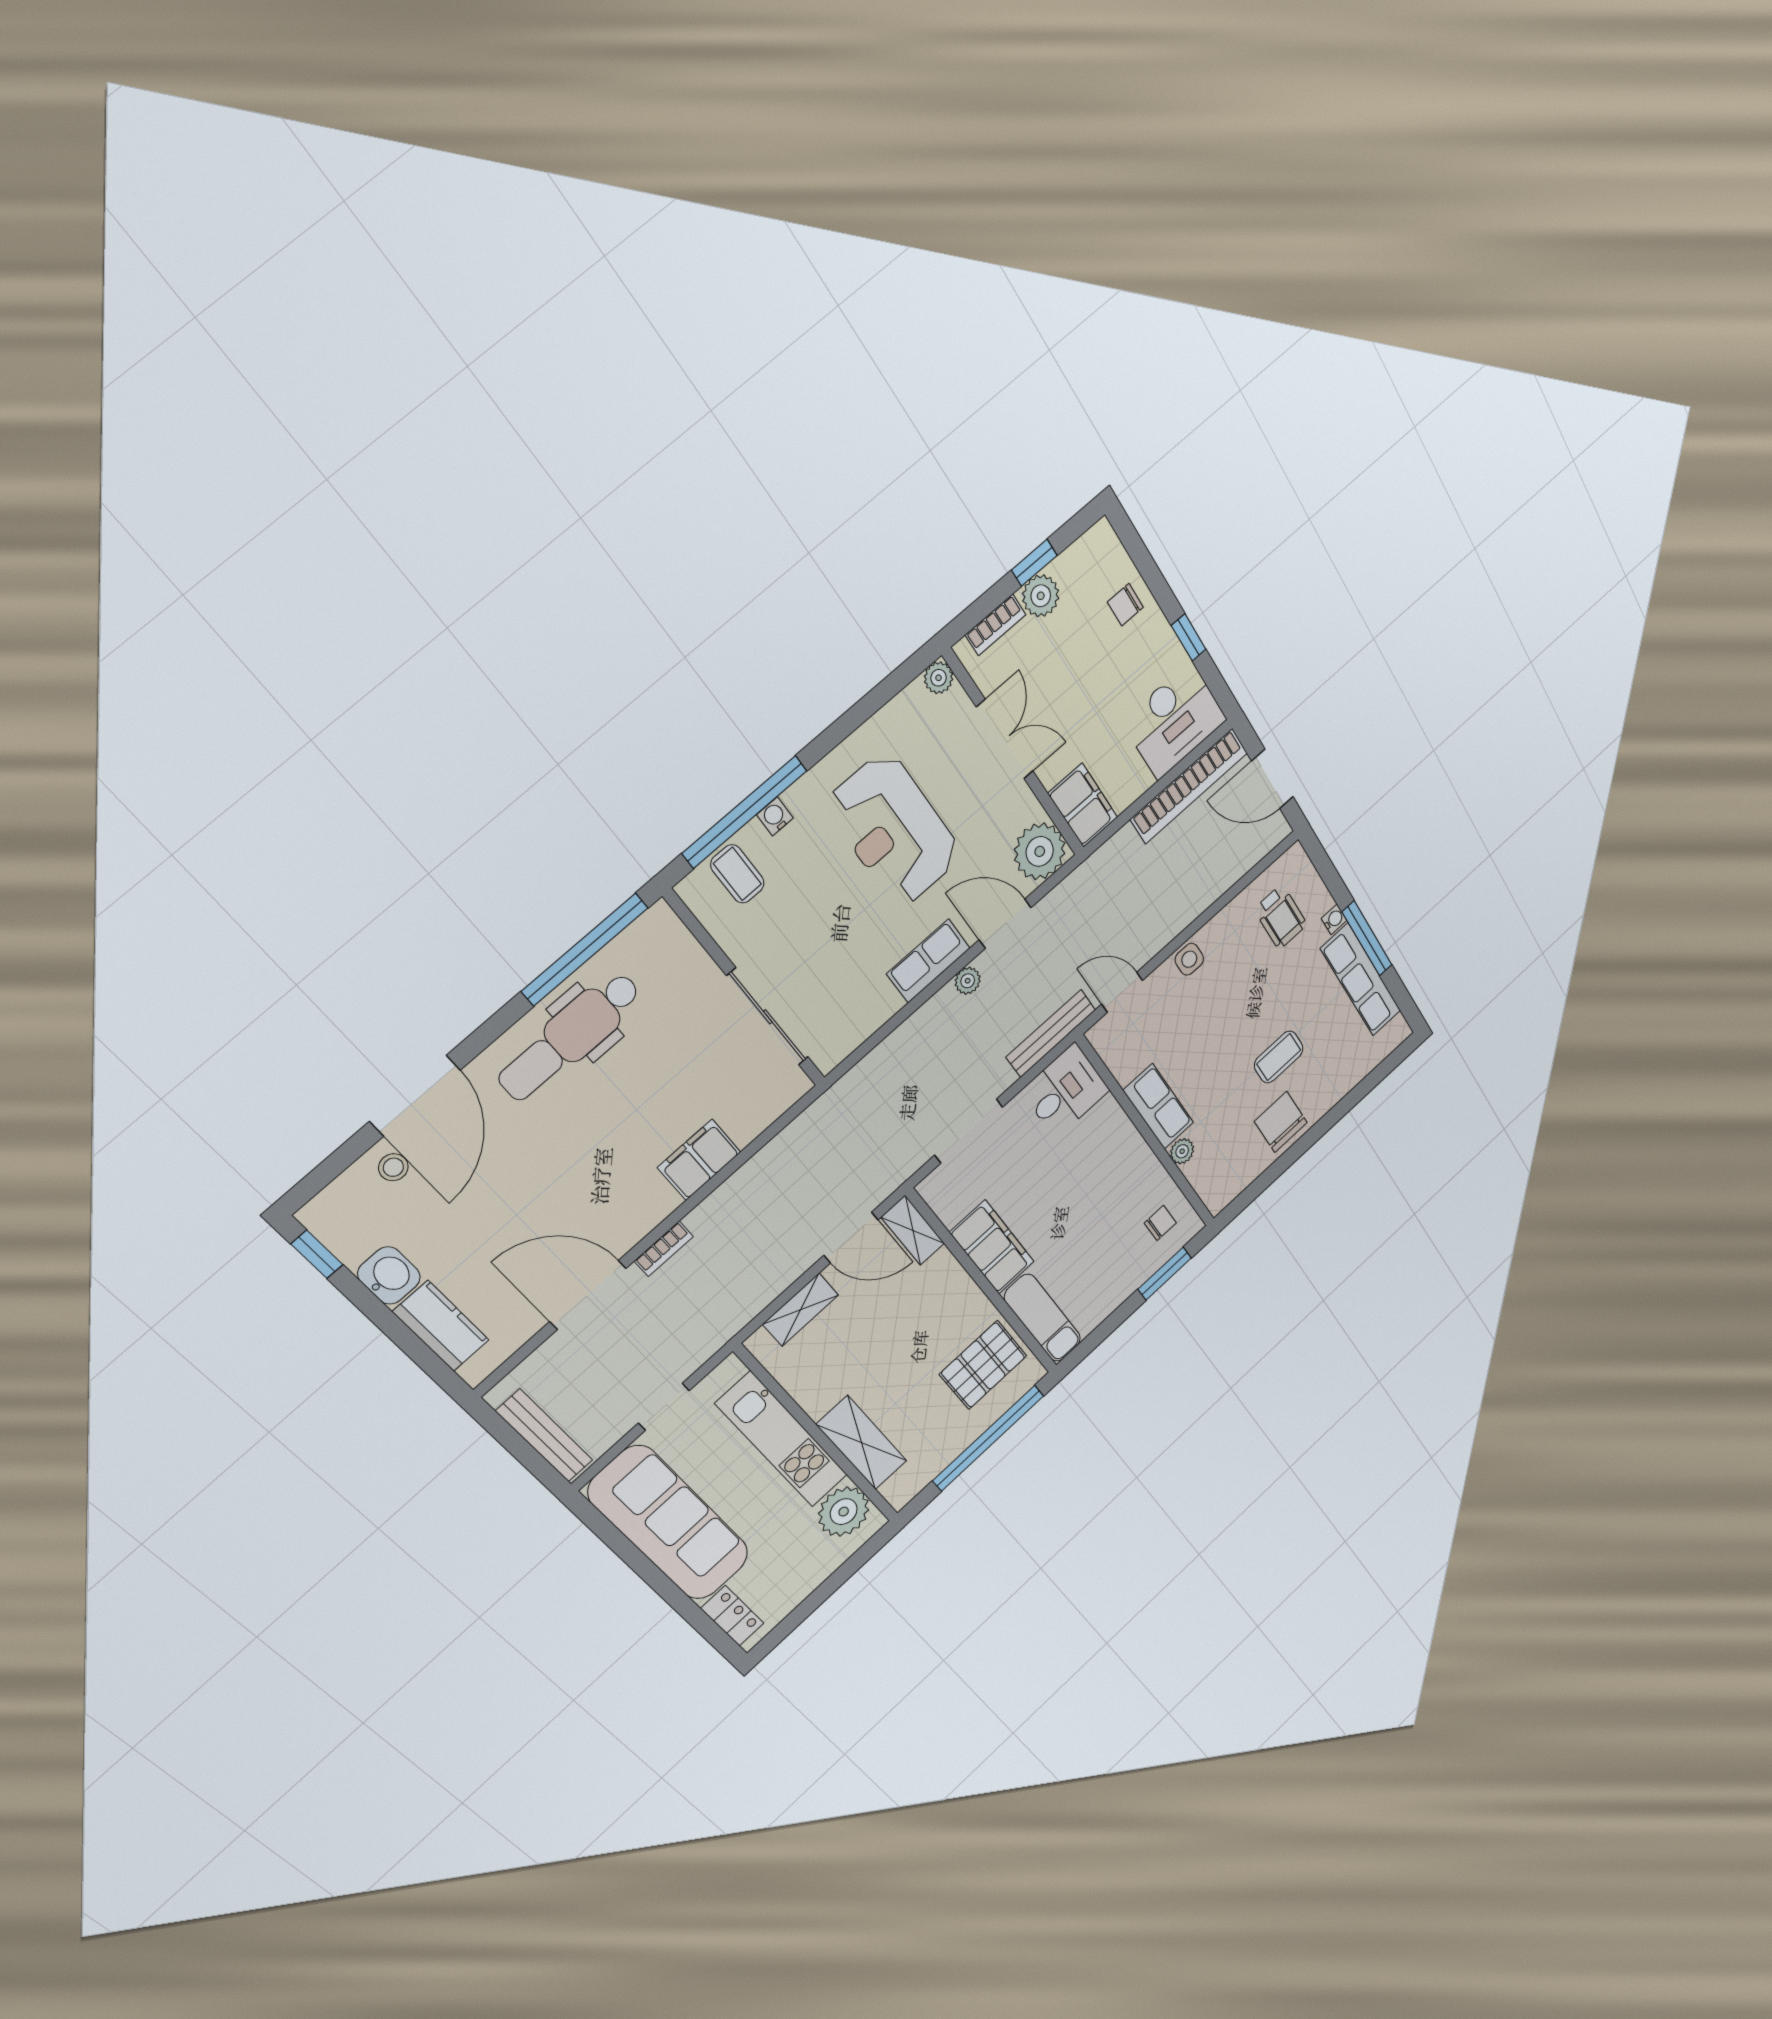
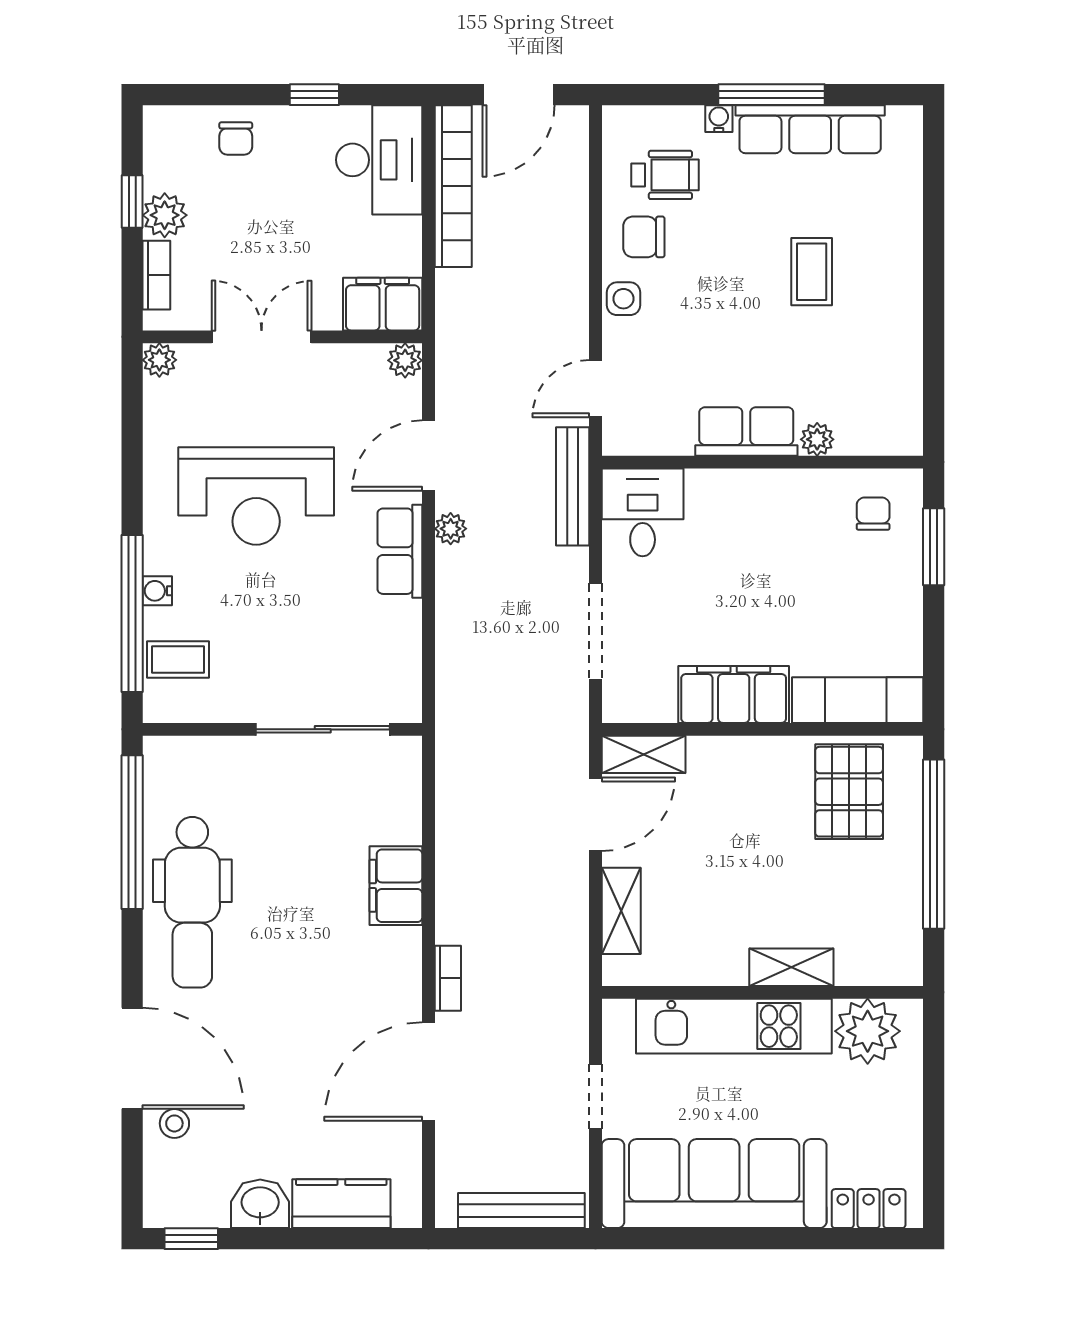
plant: (1040, 851) -> (405, 360), width x0.53, depth x0.53
chair: (1281, 1122) -> (644, 237), moved, width x0.73, depth x0.73
shelving: (862, 1443) -> (791, 967), width x0.67, depth x0.75

